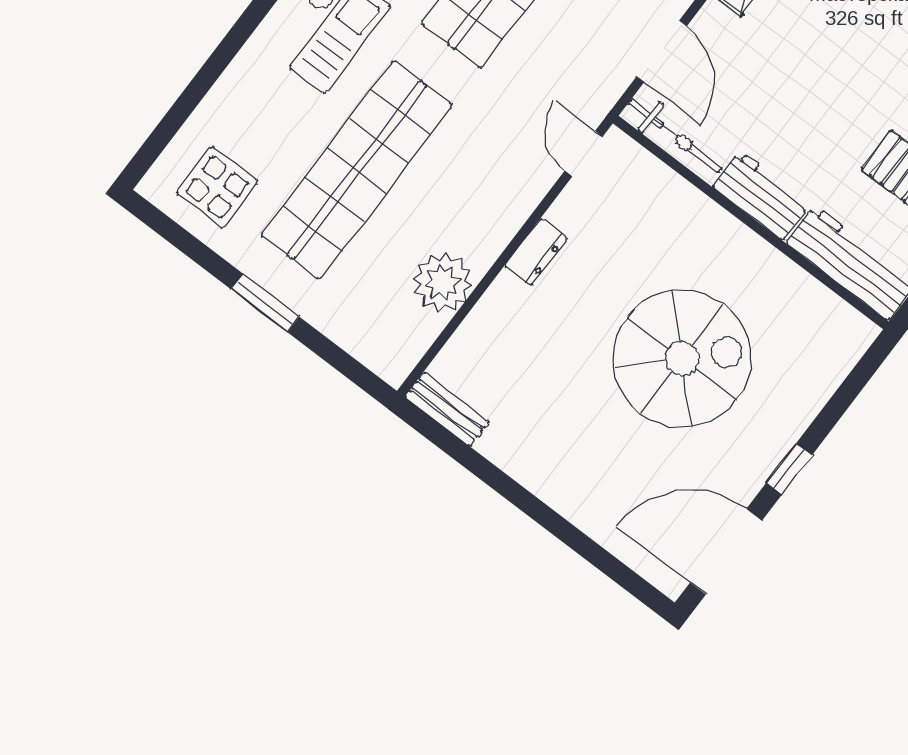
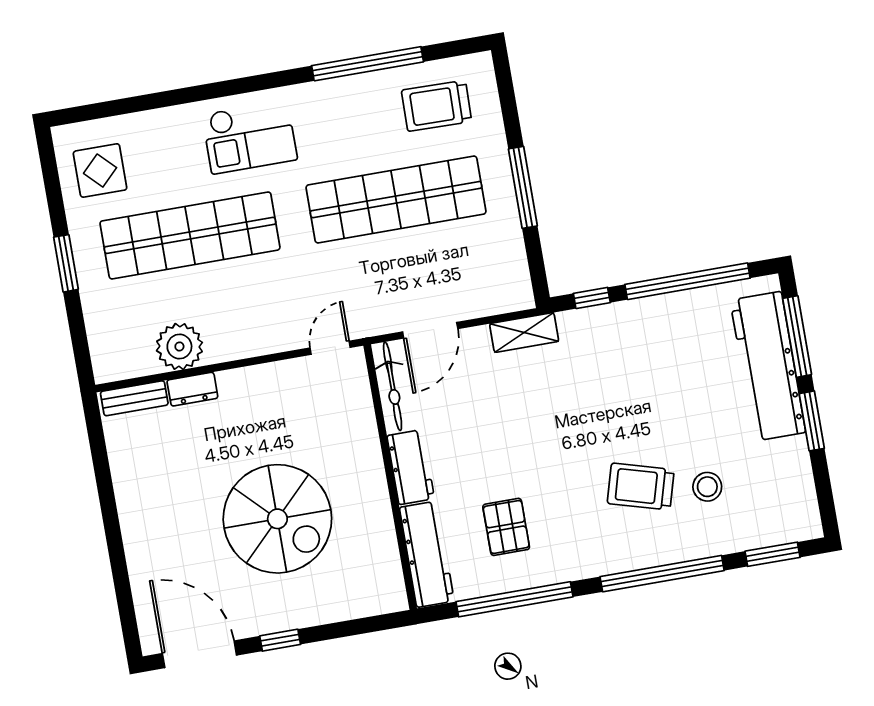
dresser: (536, 252) -> (192, 389), moved
bench: (447, 409) -> (134, 398), moved, turned 90

